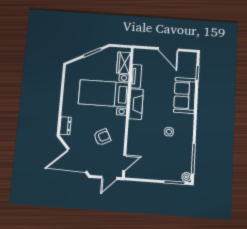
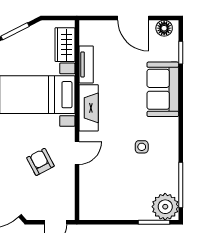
floor lamp: (188, 57) -> (164, 28), added
armchair: (102, 137) -> (40, 162), turned -91
door: (124, 163) -> (77, 153), moved
plant: (186, 177) -> (165, 207), width x1.87, depth x1.87

